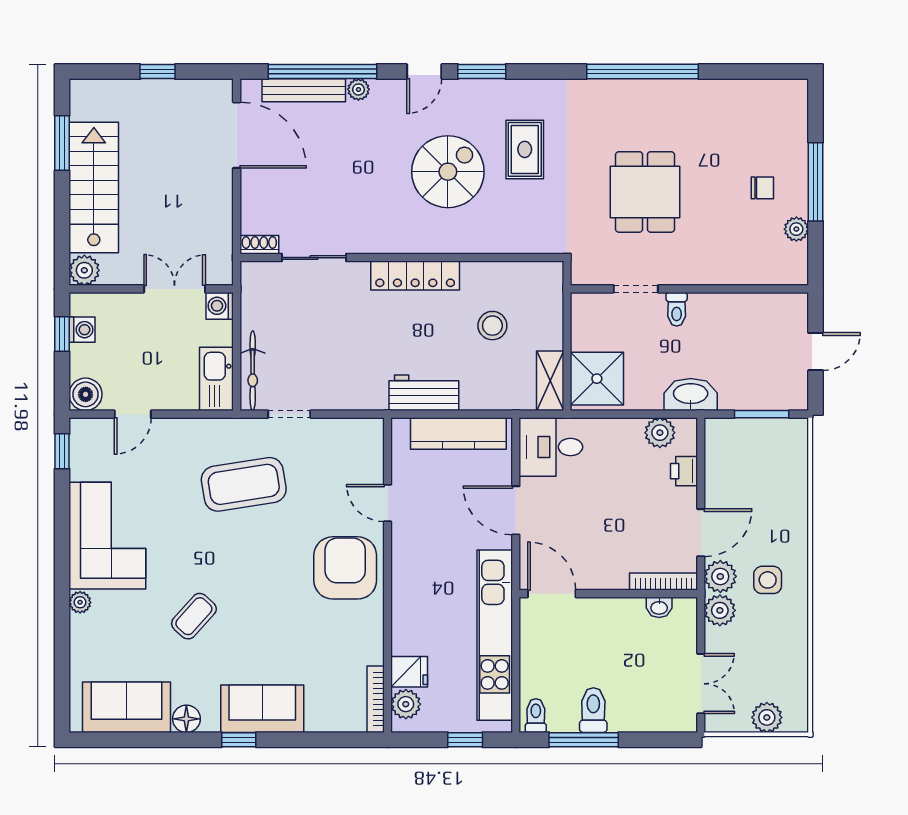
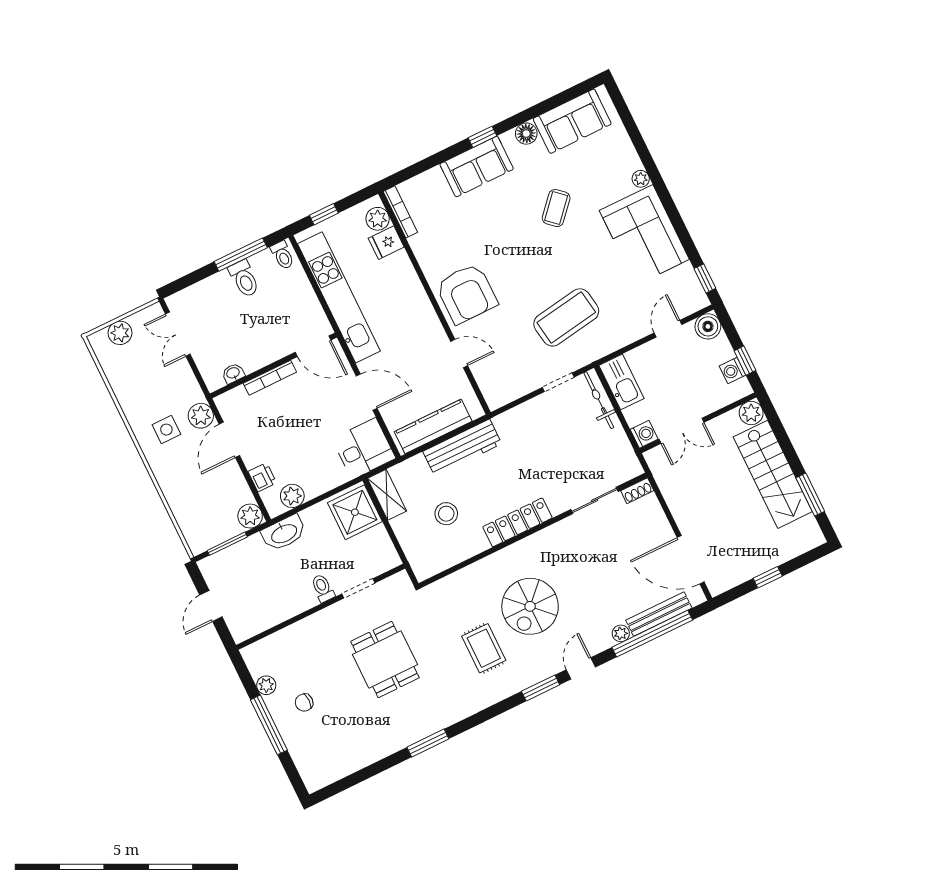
window: (643, 72) -> (428, 743), width x0.47
workbench: (424, 393) -> (462, 448), width x1.38
bookcase: (663, 581) -> (270, 378), moved
plant: (720, 610) -> (250, 516), moved

